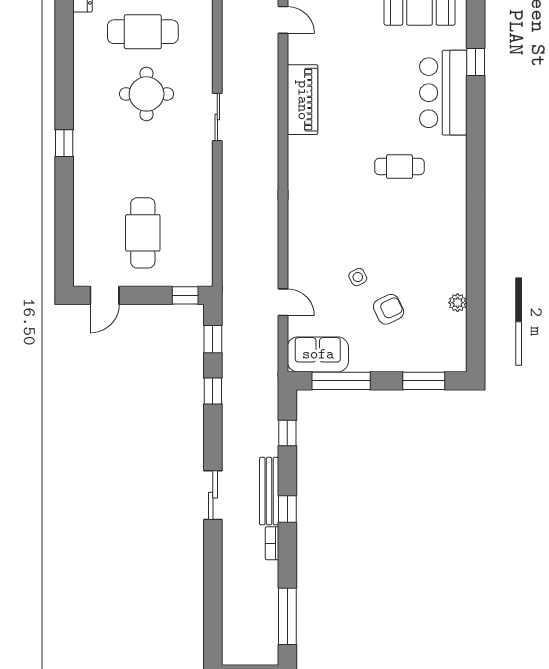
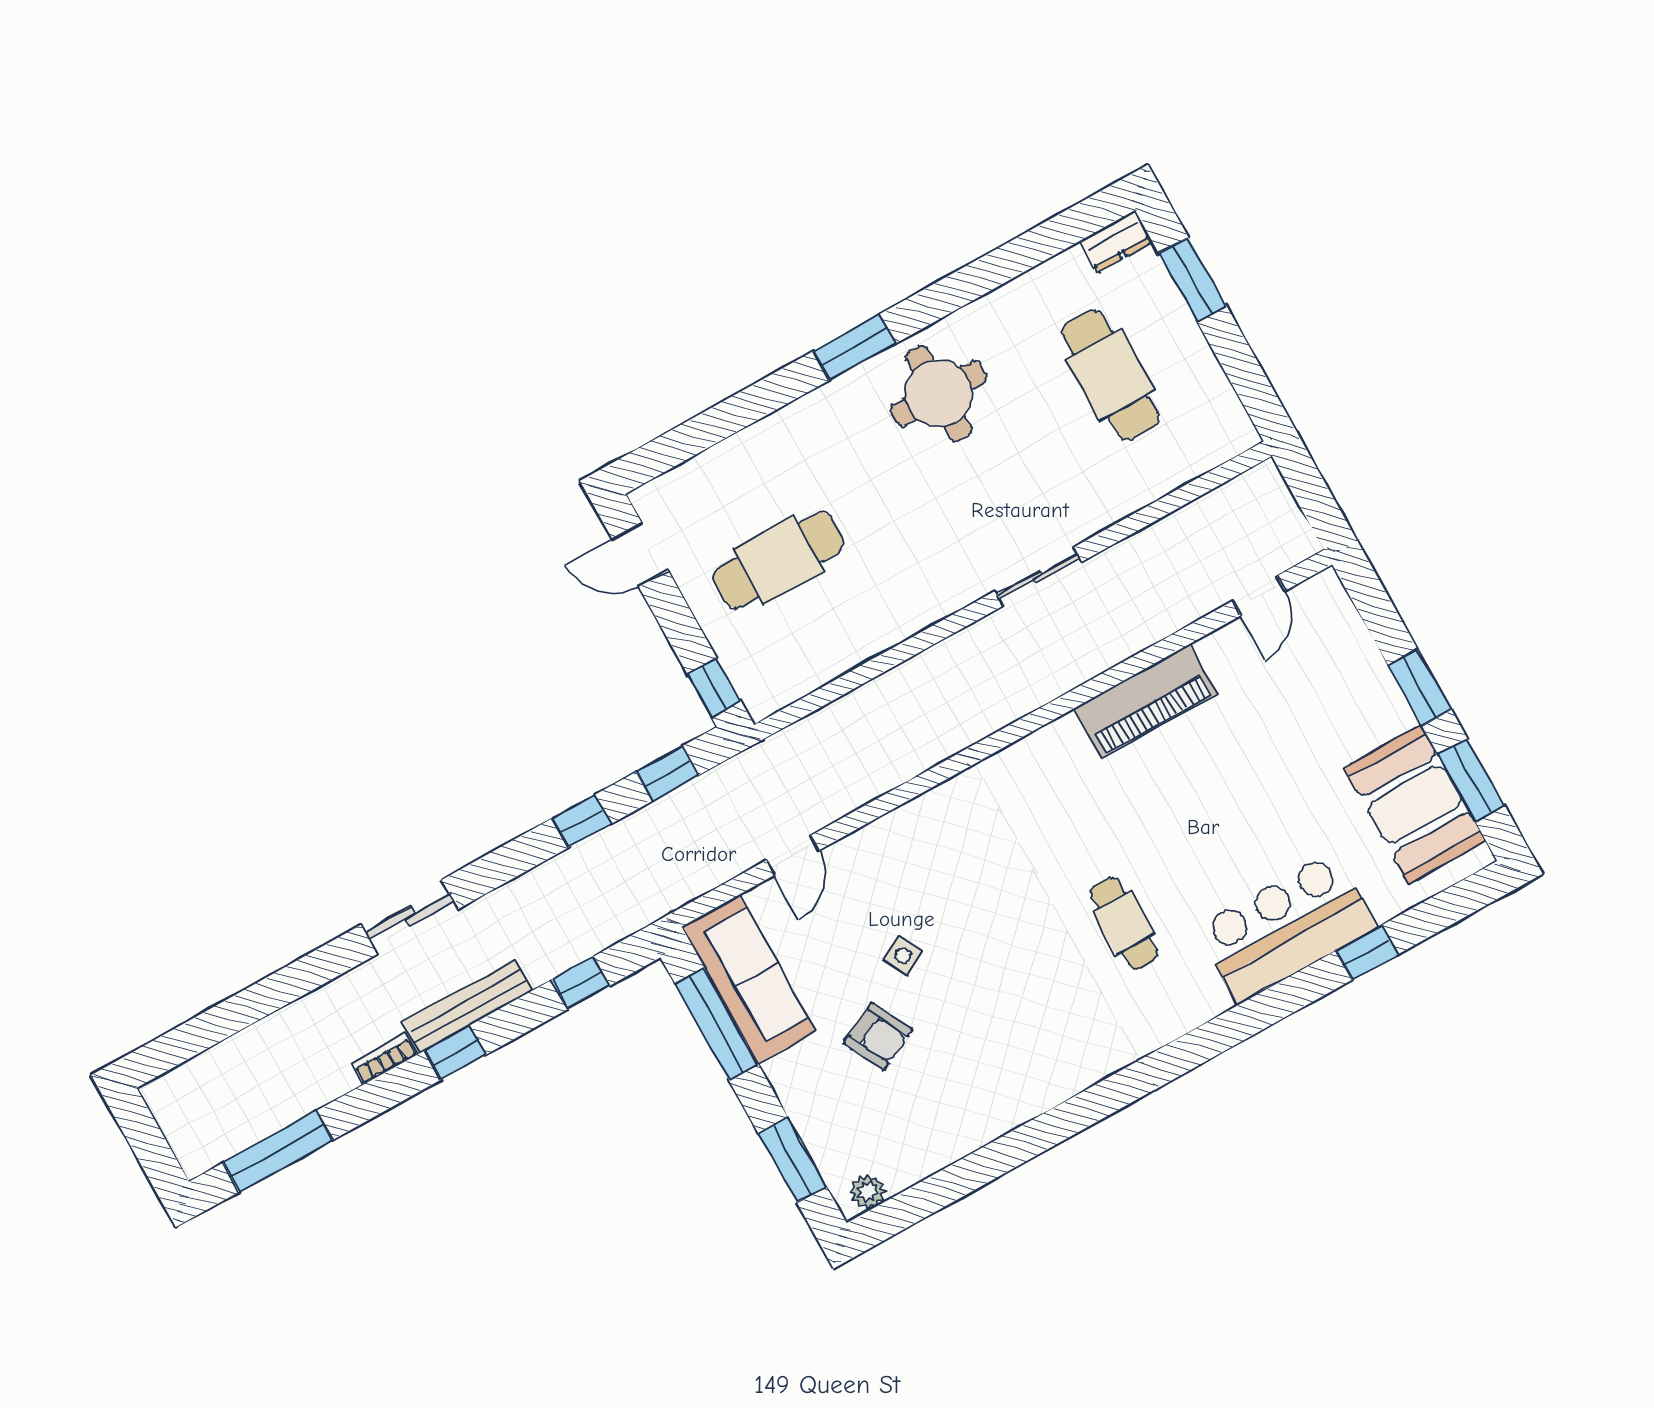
round table: (147, 94) -> (939, 393), moved
window: (64, 143) -> (854, 347), width x1.50
plant: (458, 303) -> (868, 1191), moved
sofa: (318, 354) -> (749, 979), width x1.36

